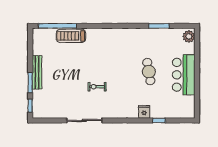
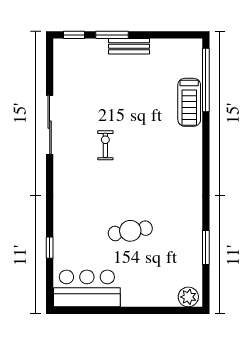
treadmill: (71, 36) -> (189, 102), turned 180
bench: (37, 72) -> (129, 46), width x0.73
bar counter: (184, 75) -> (87, 288), moved
fridge: (144, 112) -> (64, 223), removed

